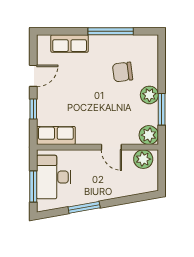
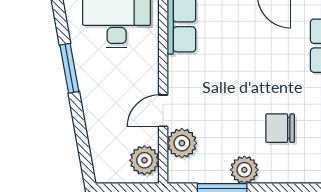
chair: (123, 72) -> (280, 128), turned -83
plant: (149, 135) -> (182, 143), moved

